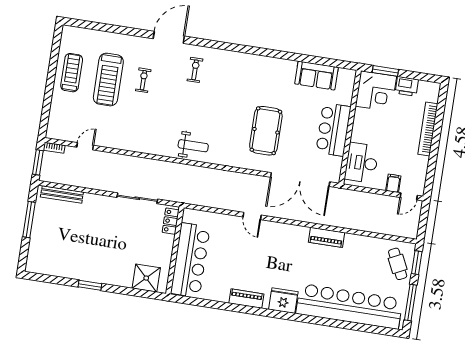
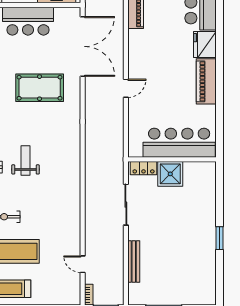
weight bench: (193, 146) -> (26, 161), moved
bench: (62, 194) -> (134, 262), moved
shower: (146, 278) -> (170, 174), moved
piano: (246, 299) -> (206, 81), width x1.37, depth x1.33

